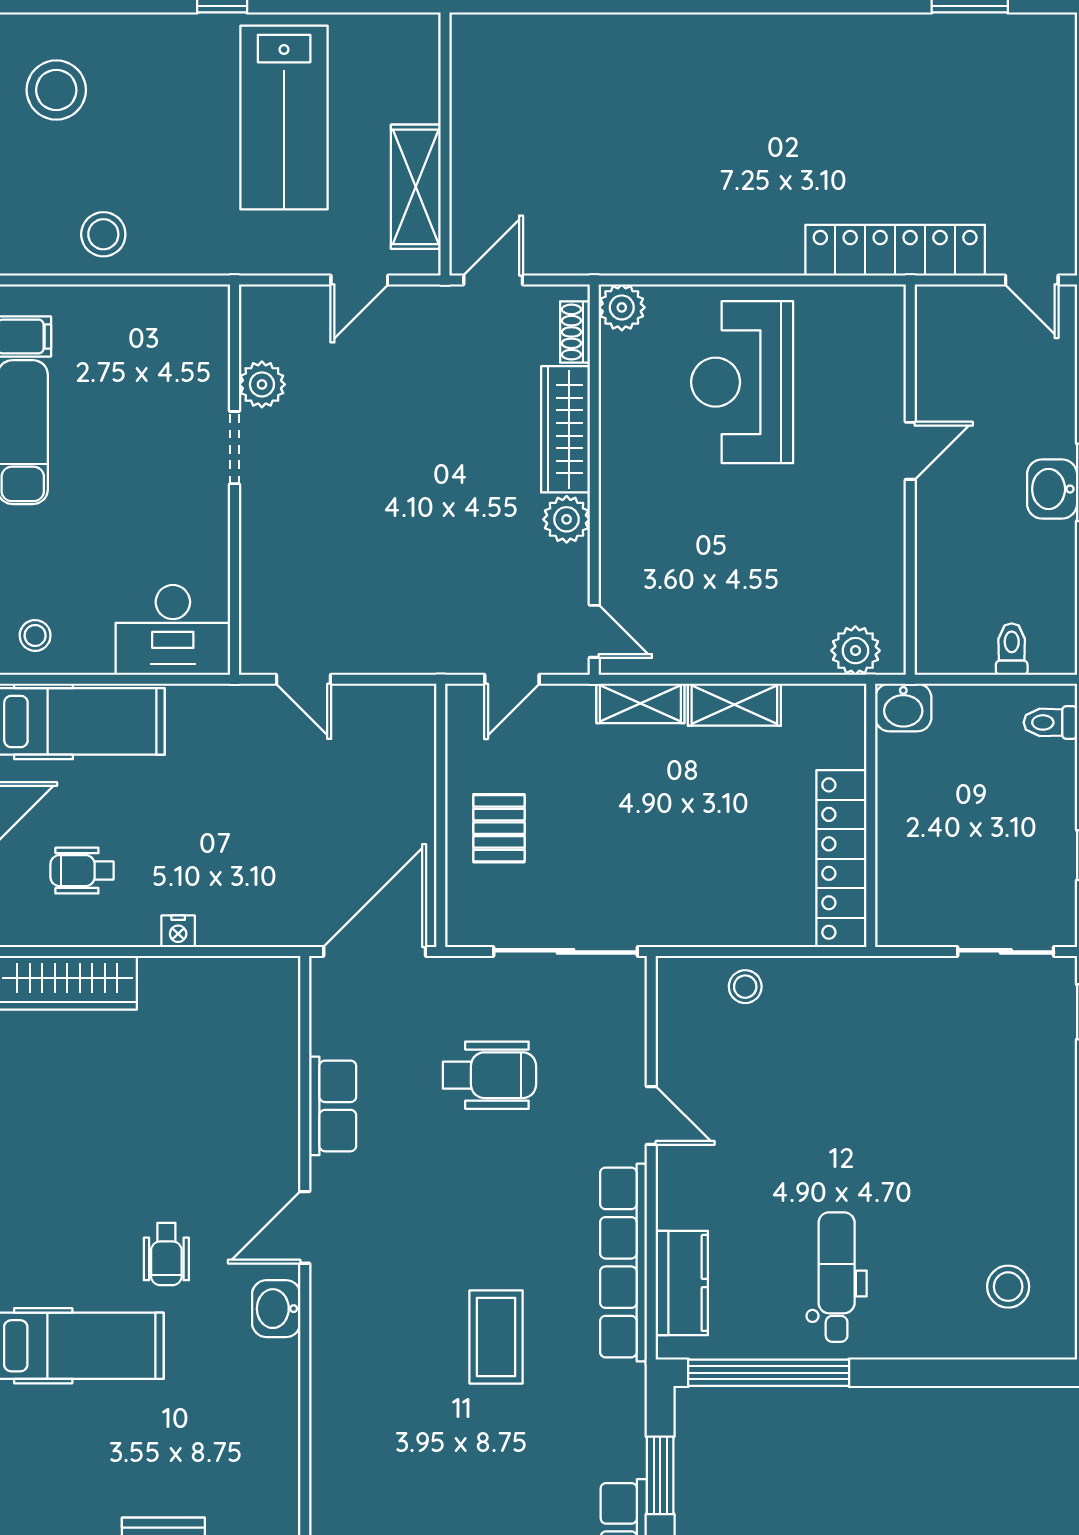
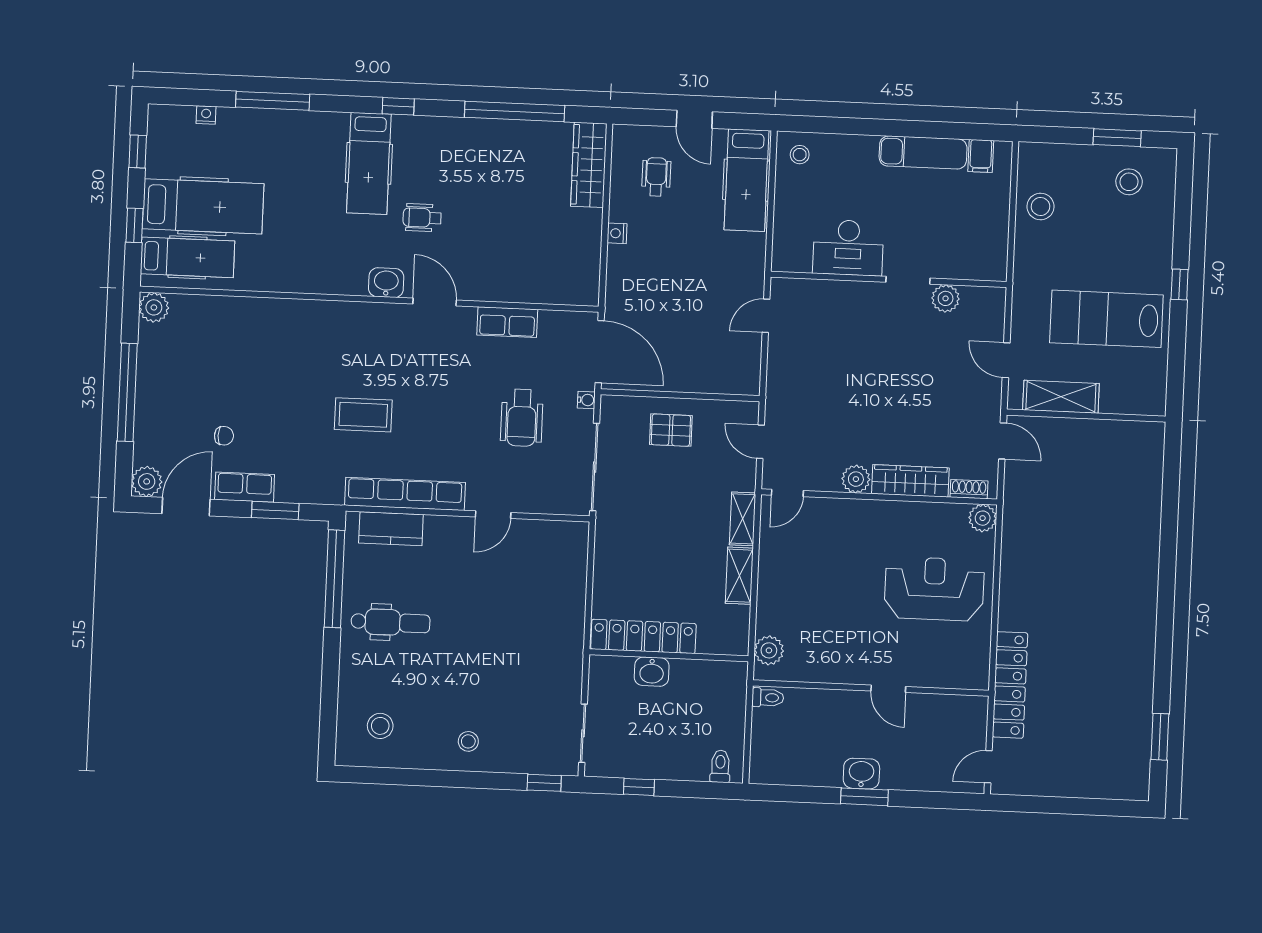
stool: (56, 90) -> (1129, 182), width x0.73, depth x0.73
desk: (173, 630) -> (848, 248), moved, turned -90
toilet: (1012, 649) -> (768, 698), moved
washbasin: (903, 708) -> (652, 672), moved, turned -90
water cooler: (455, 970) -> (586, 400), added
stool: (745, 987) -> (468, 741), moved

